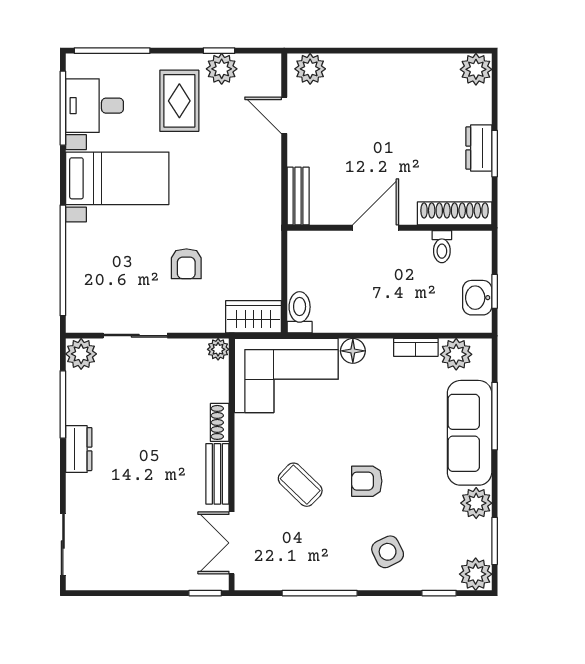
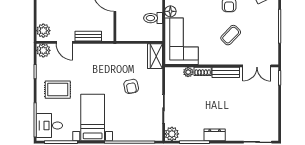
plant: (222, 69) -> (43, 50), moved
desk: (95, 106) -> (49, 126), moved, turned 90
door: (284, 115) -> (64, 42), hinge flipped
bench: (298, 196) -> (88, 36), moved
armchair: (186, 264) -> (131, 86), turned 79
toilet: (300, 312) -> (153, 18), moved
plant: (218, 349) -> (188, 72), moved

